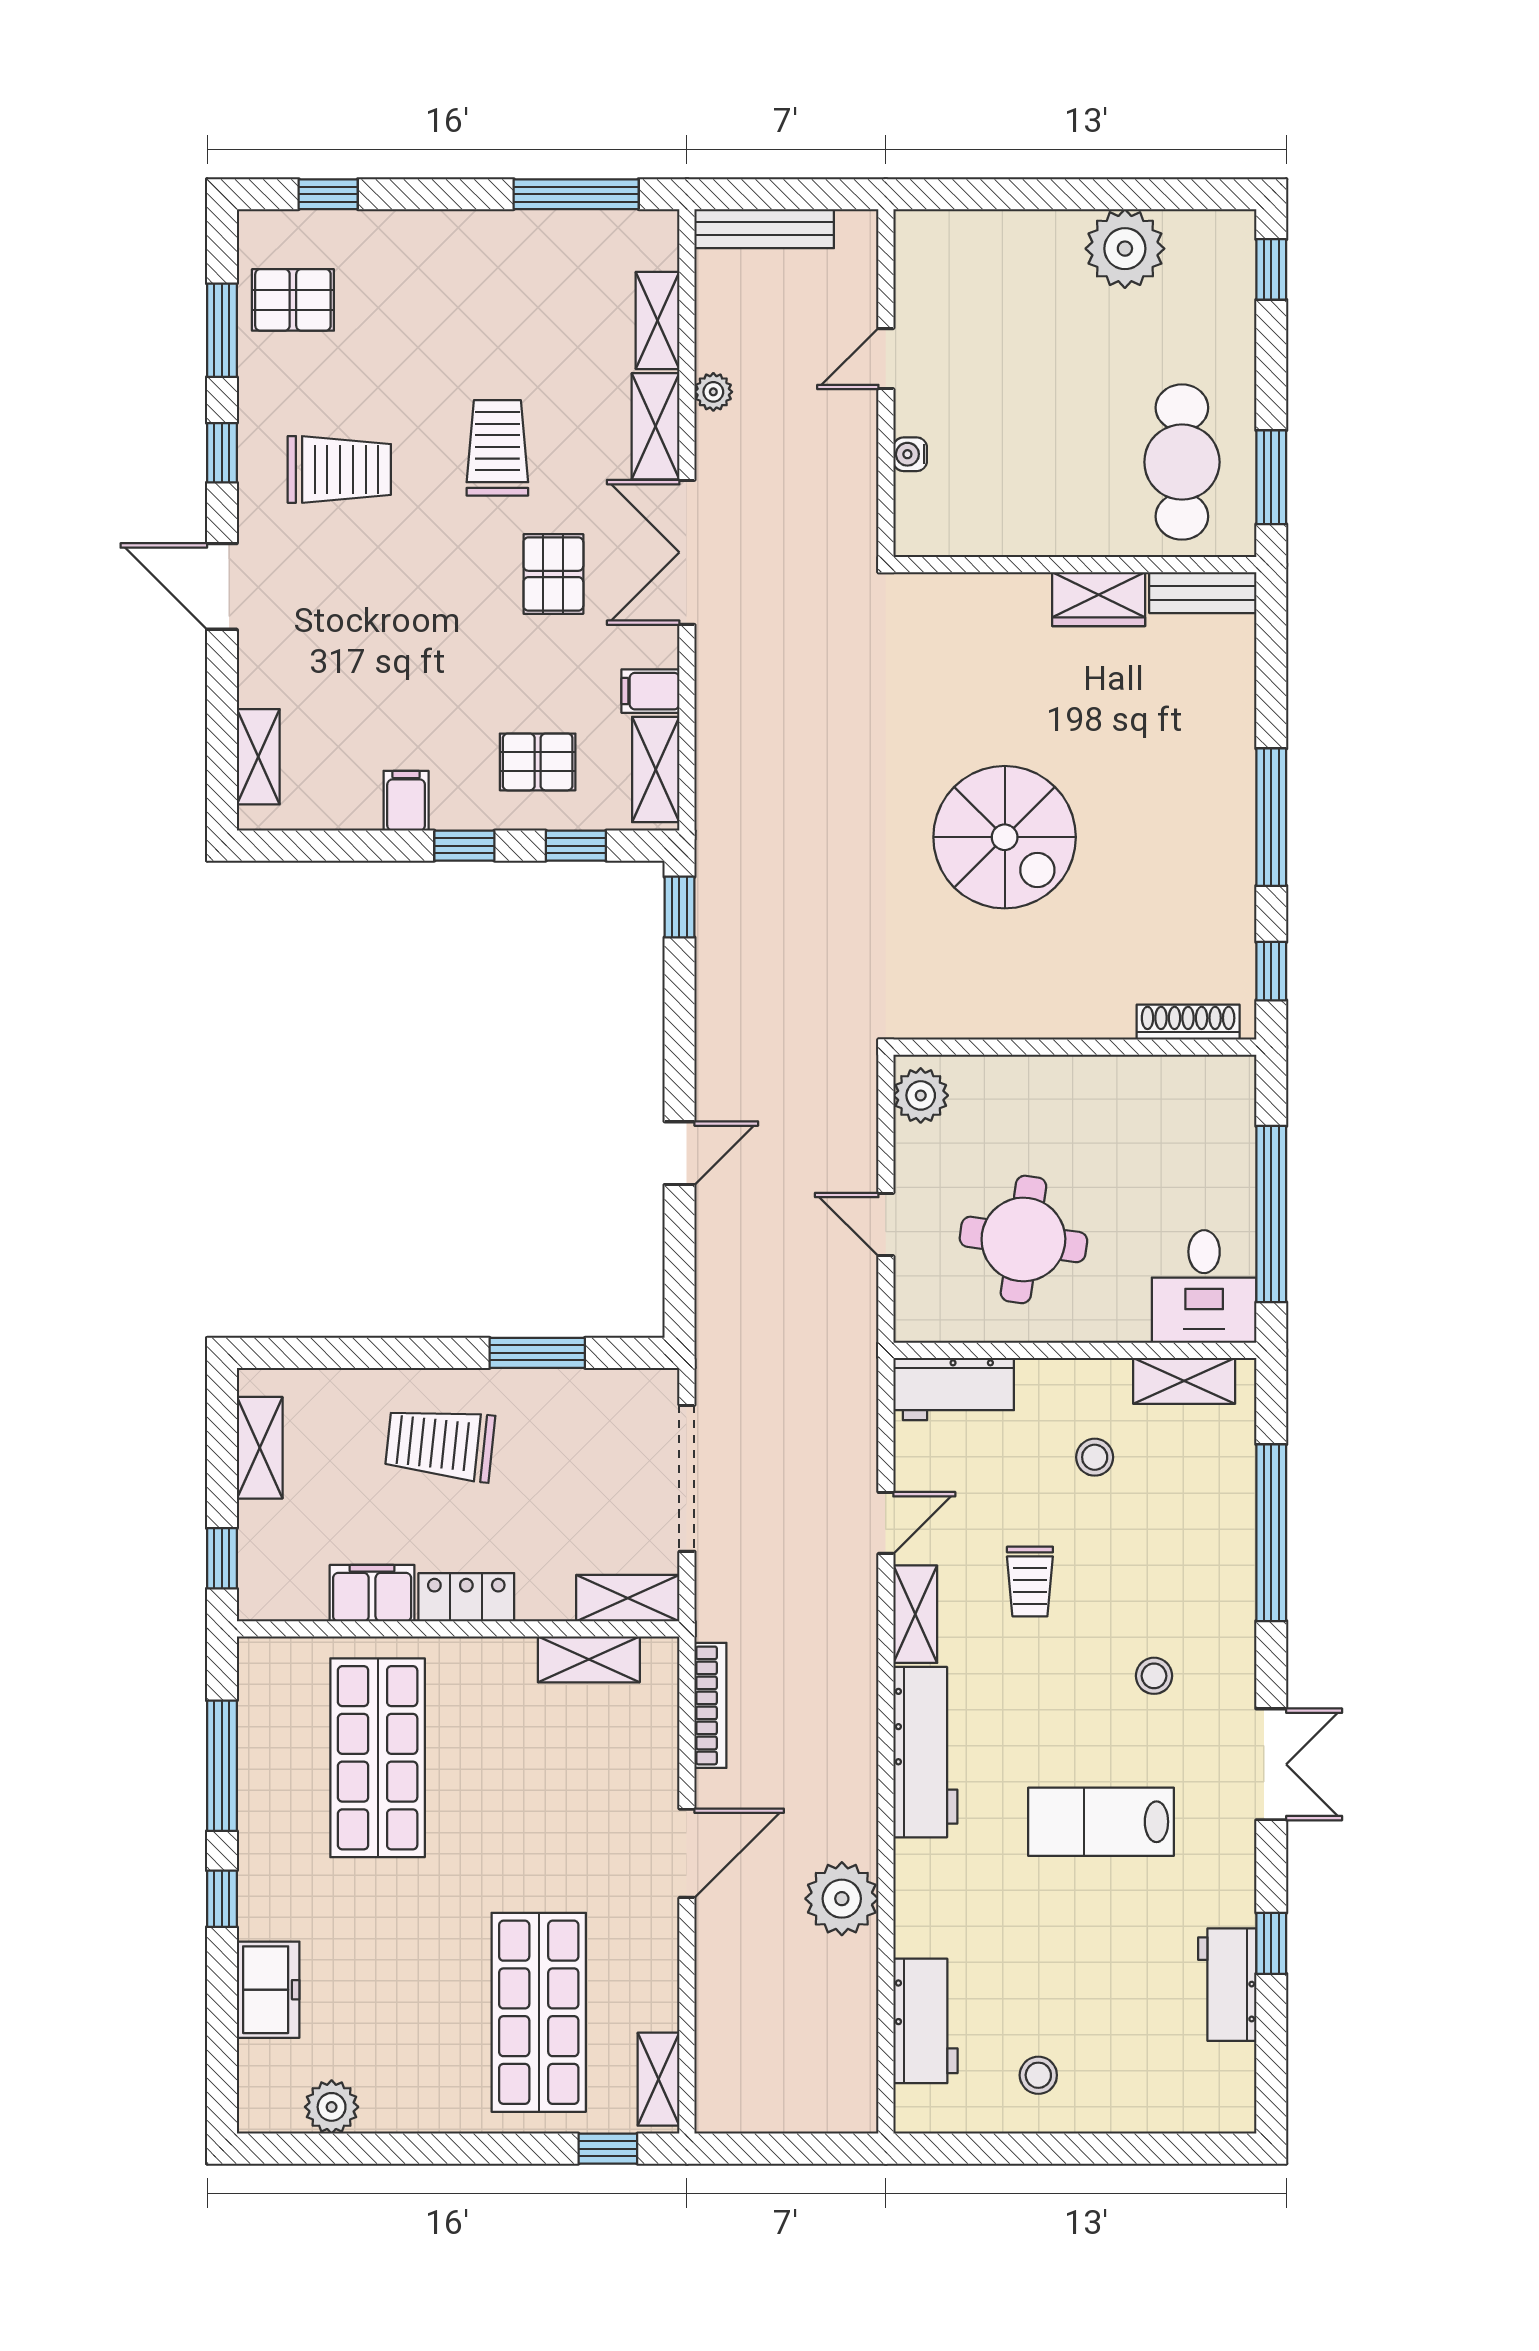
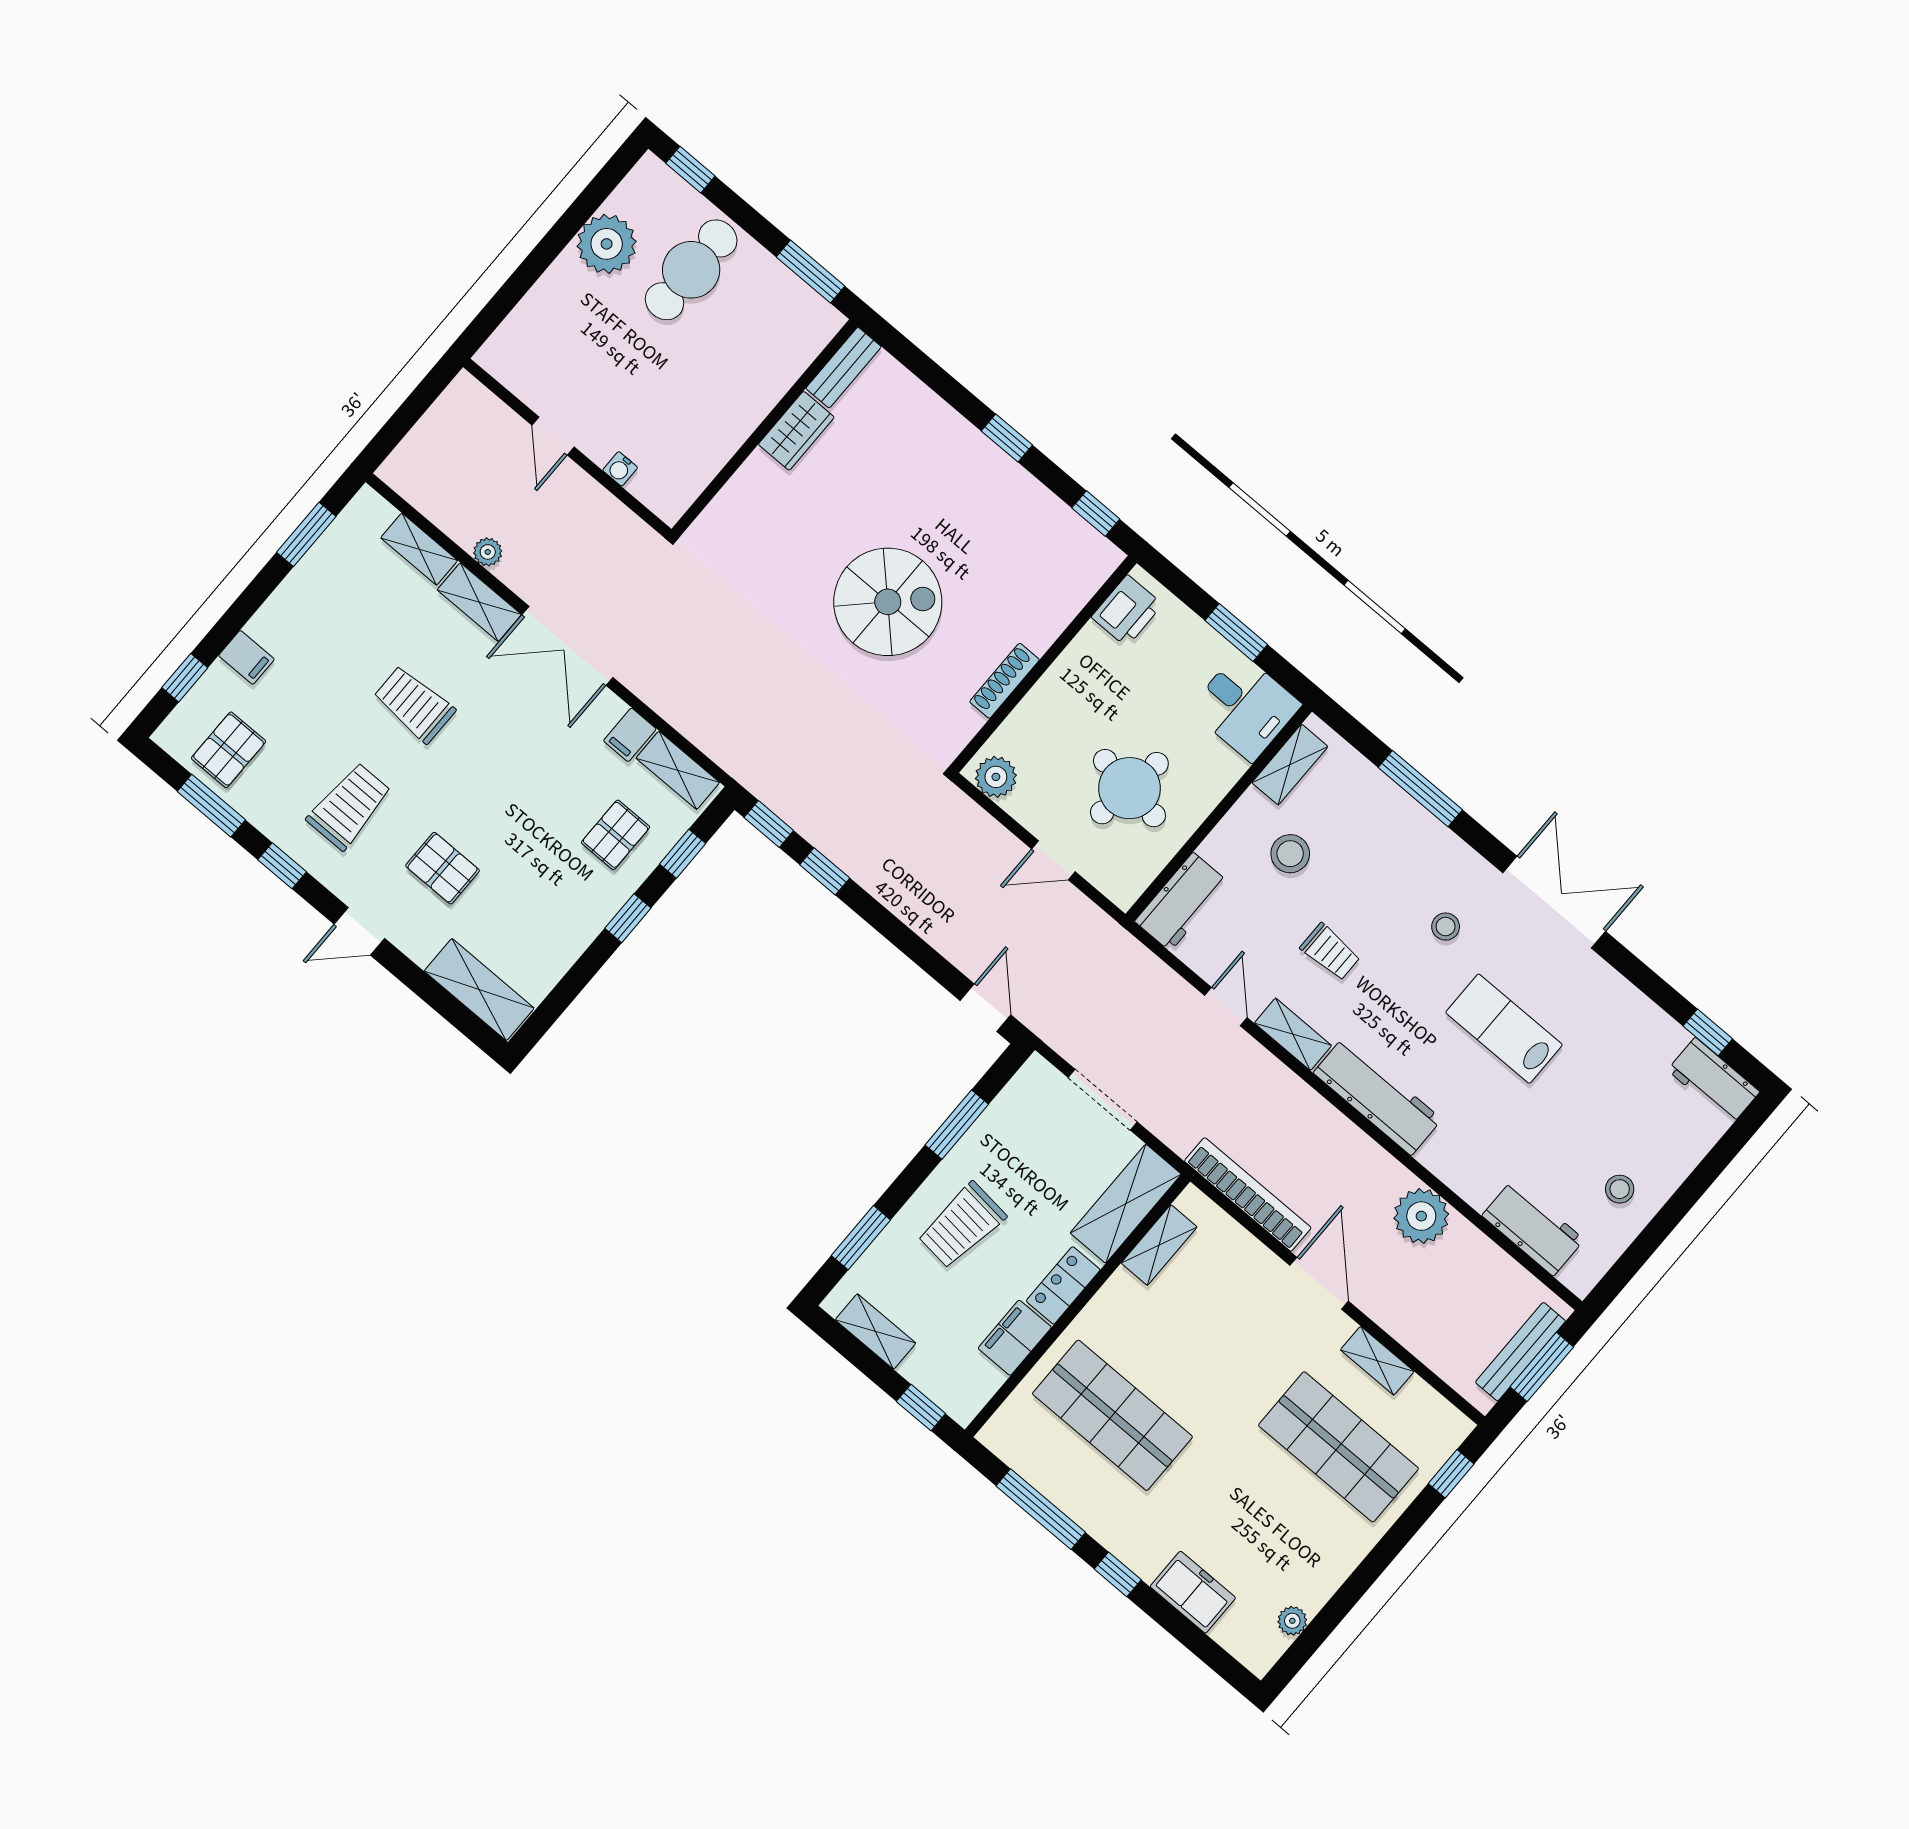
window: (576, 194) -> (306, 534), width x0.69
bench: (764, 229) -> (1520, 1352), moved
cafe table: (1182, 462) -> (691, 270), moved, turned 90
pallet: (553, 574) -> (442, 868), moved
door: (222, 586) -> (359, 931), width x0.73
shelving: (258, 757) -> (479, 990), width x1.50, depth x1.33
filing cabinet: (406, 801) -> (246, 657), moved, turned 180
window: (1271, 817) -> (1007, 438), width x0.46
window: (679, 1004) -> (825, 871), added
shoe rack: (1188, 1022) -> (1005, 681), moved
printer: (1200, 1086) -> (1127, 611), added
door: (679, 1153) -> (986, 1008), moved
window: (1271, 1214) -> (1236, 632), width x0.47
window: (342, 1353) -> (861, 1238), added
stool: (1095, 1457) -> (1290, 854), width x1.37, depth x1.37
doorway: (687, 1478) -> (1103, 1100), width x0.73
window: (1271, 1533) -> (1420, 789), width x0.68
shelving: (628, 1598) -> (1126, 1204), width x1.50, depth x1.33
bookcase: (710, 1705) -> (1248, 1194), width x1.48, depth x1.31
double door: (1271, 1764) -> (1554, 902), width x1.37
lab bench: (1101, 1822) -> (1504, 1029), turned 90
window: (1271, 1943) -> (1708, 1032), moved
workbench: (1227, 1985) -> (1714, 1081), moved
shelving: (659, 2079) -> (1377, 1361), moved
plant: (332, 2107) -> (1292, 1621), width x0.73, depth x0.73
window: (793, 2149) -> (1542, 1367), added

